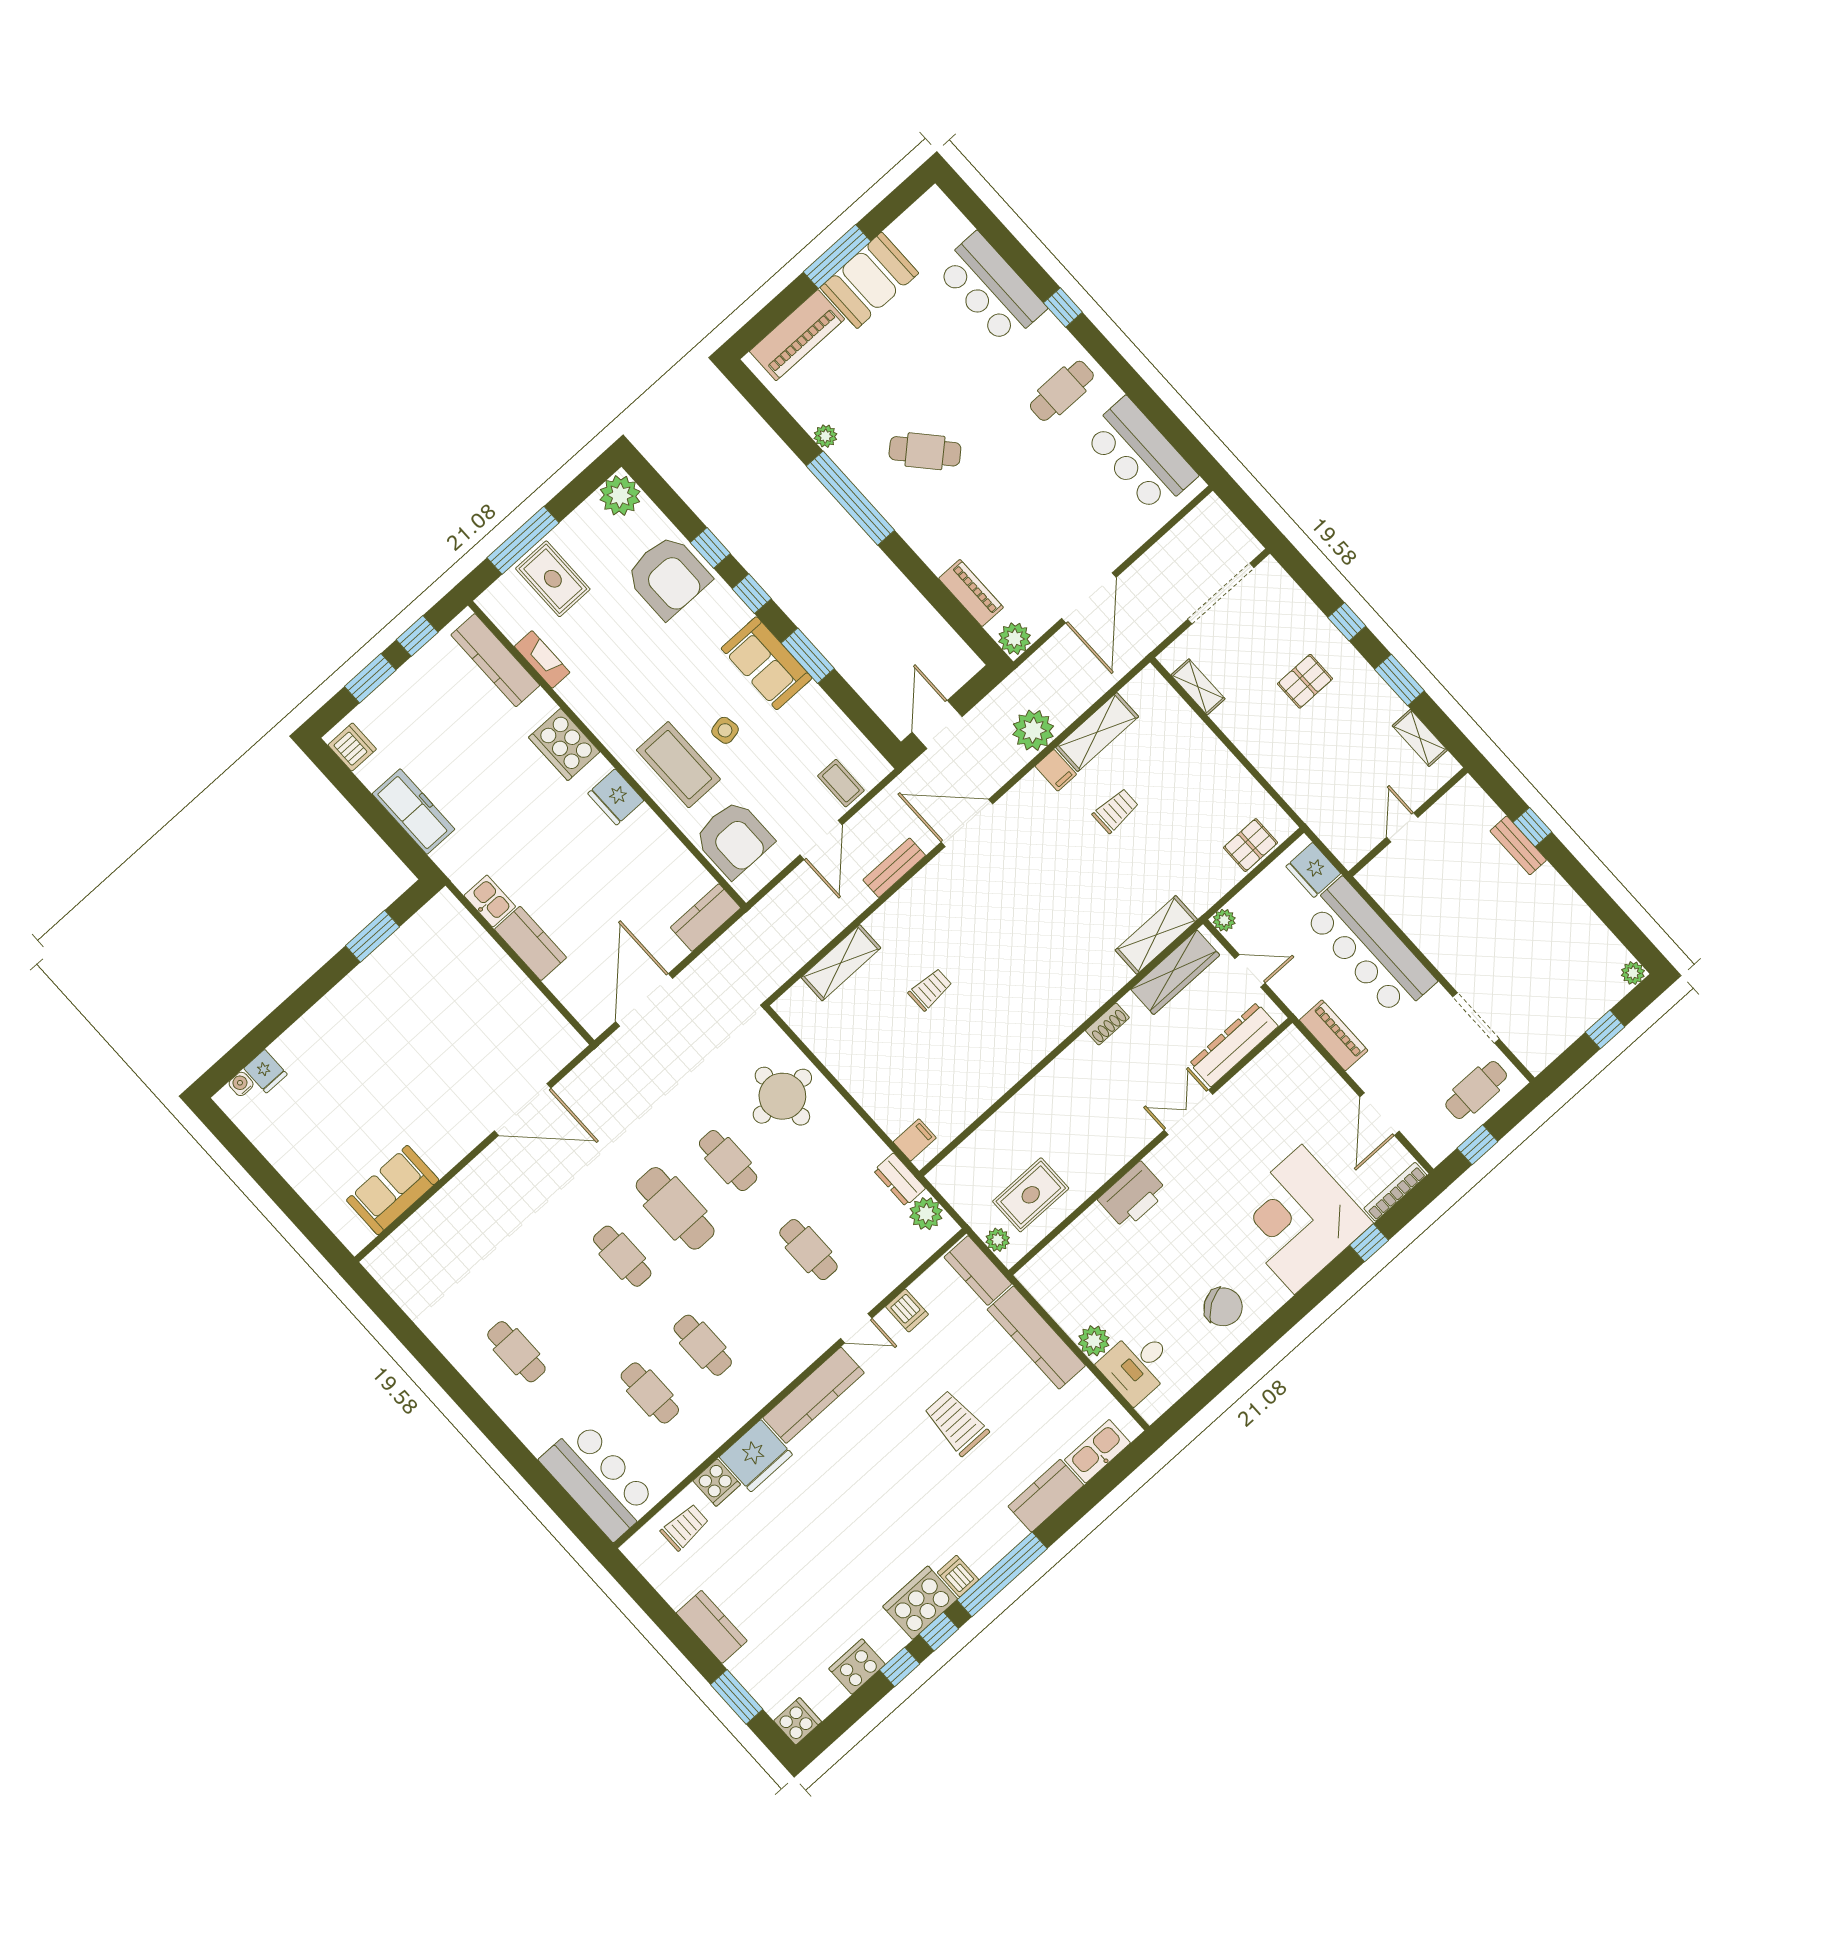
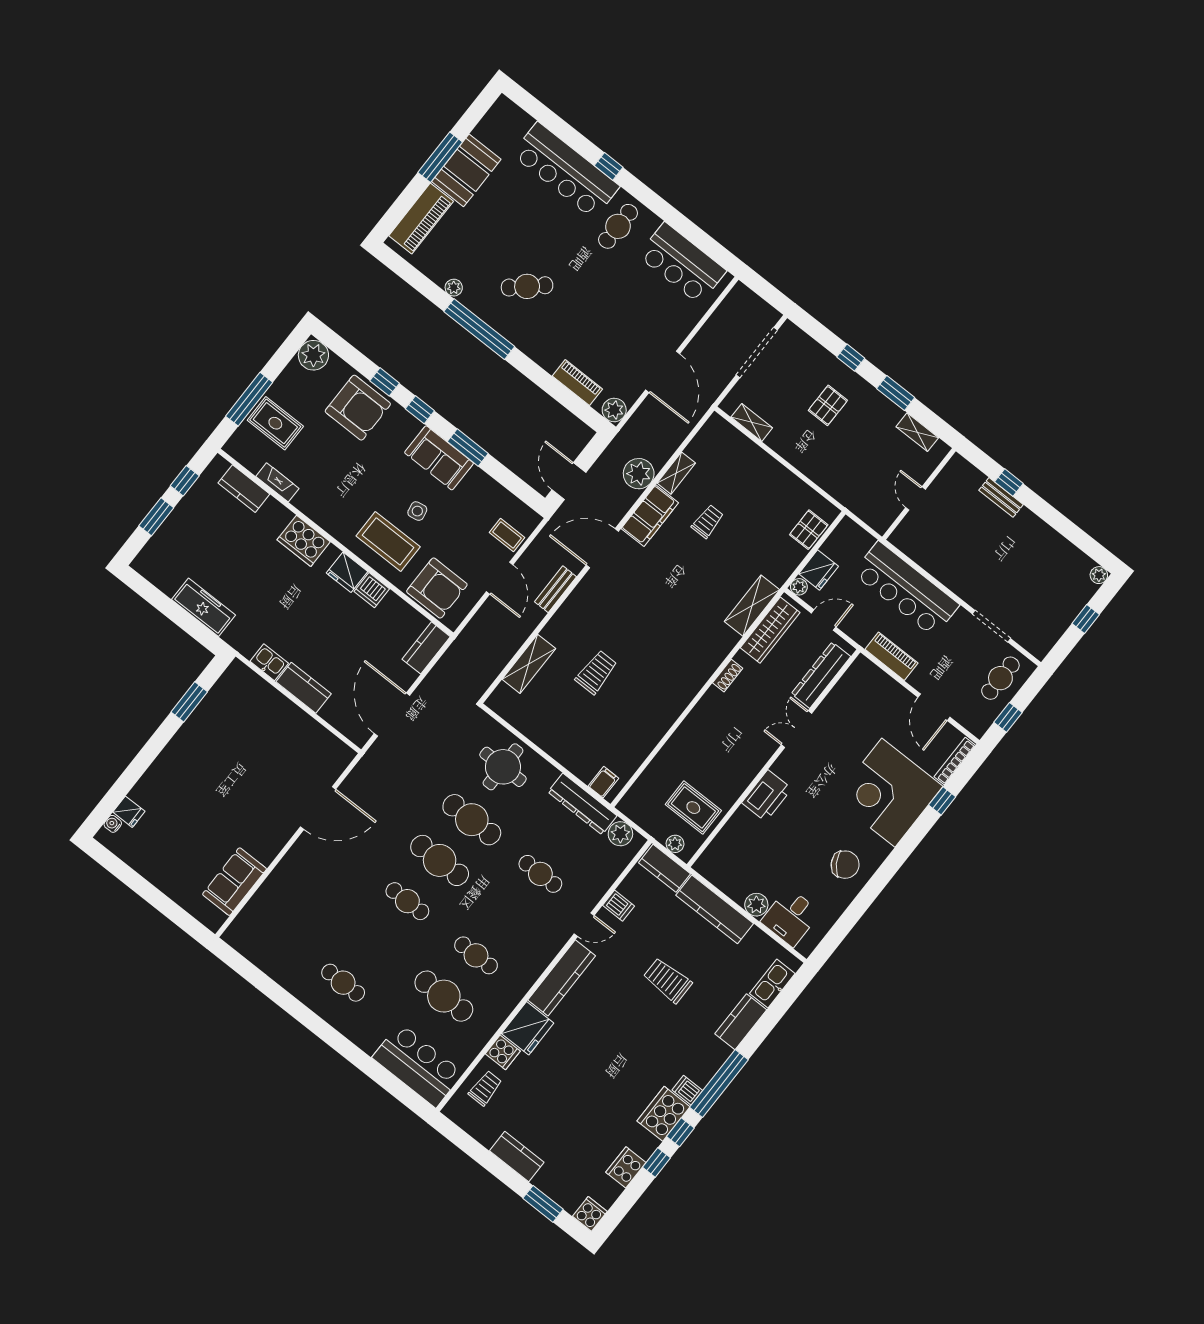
bar counter: (991, 289) -> (566, 170), width x1.36
kitchen counter: (495, 660) -> (244, 489), width x0.67
shelving: (1097, 732) -> (676, 473), width x0.67, depth x0.75
dishwasher: (352, 747) -> (372, 590), moved, turned 180
filing cabinet: (1056, 770) -> (650, 516), width x3.00, depth x1.17
fridge: (1313, 870) -> (819, 570), moved, turned -90
trolley: (930, 989) -> (596, 672), width x1.36, depth x1.39
cafe table: (728, 1161) -> (472, 820), width x1.37, depth x1.35
dresser: (899, 1180) -> (582, 804), width x1.96, depth x1.24
rug: (1031, 1195) -> (693, 808), turned 90
cafe table: (650, 1393) -> (444, 996), width x1.37, depth x1.35

